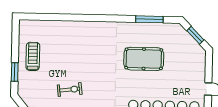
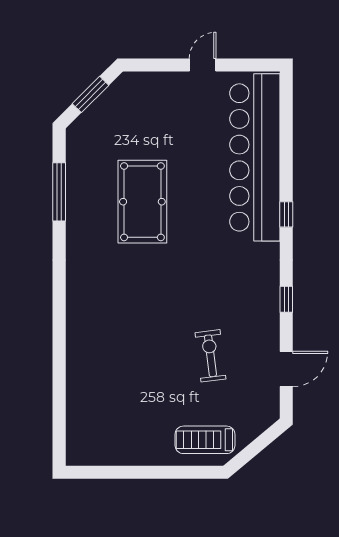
treadmill: (33, 56) -> (205, 440), moved
window: (15, 72) -> (176, 472), removed

